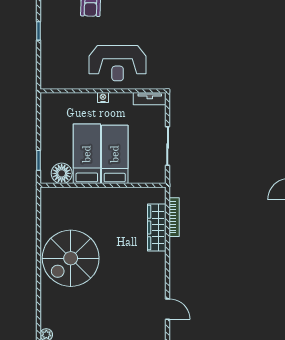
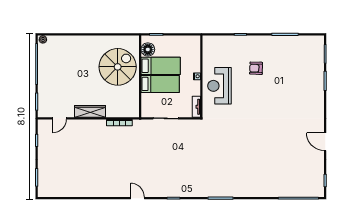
wardrobe: (157, 227) -> (90, 111), moved
spiral stairs: (71, 258) -> (118, 67), moved, turned 90

